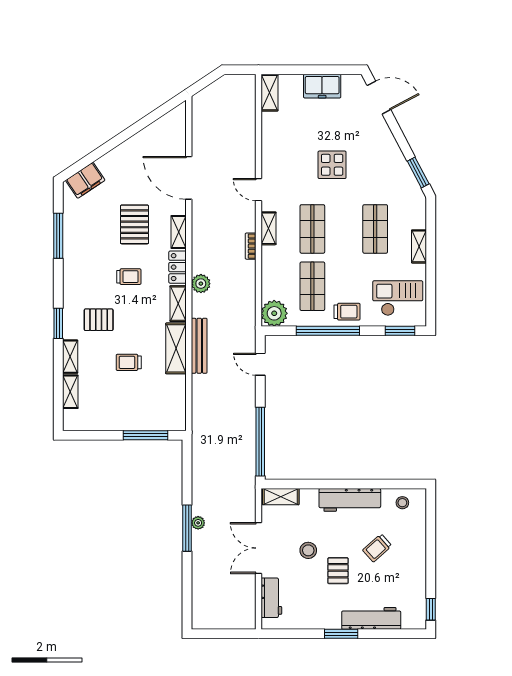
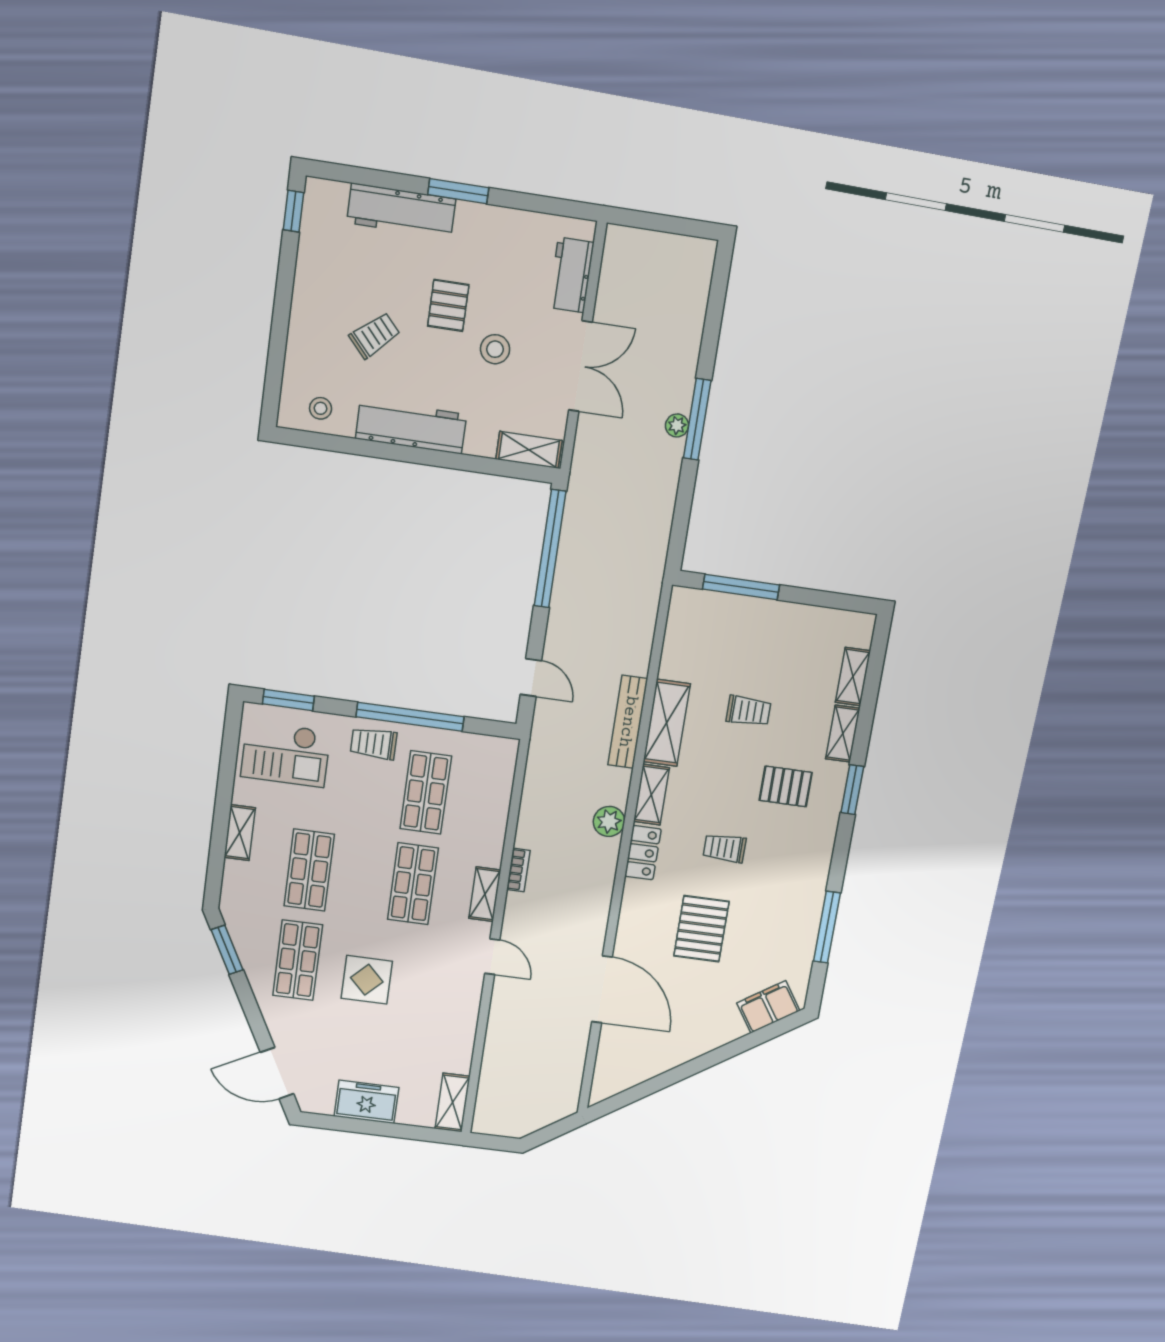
shop shelf: (375, 172) -> (298, 960), added
shelving: (179, 232) -> (632, 908), removed
plant: (274, 313) -> (495, 757), removed

